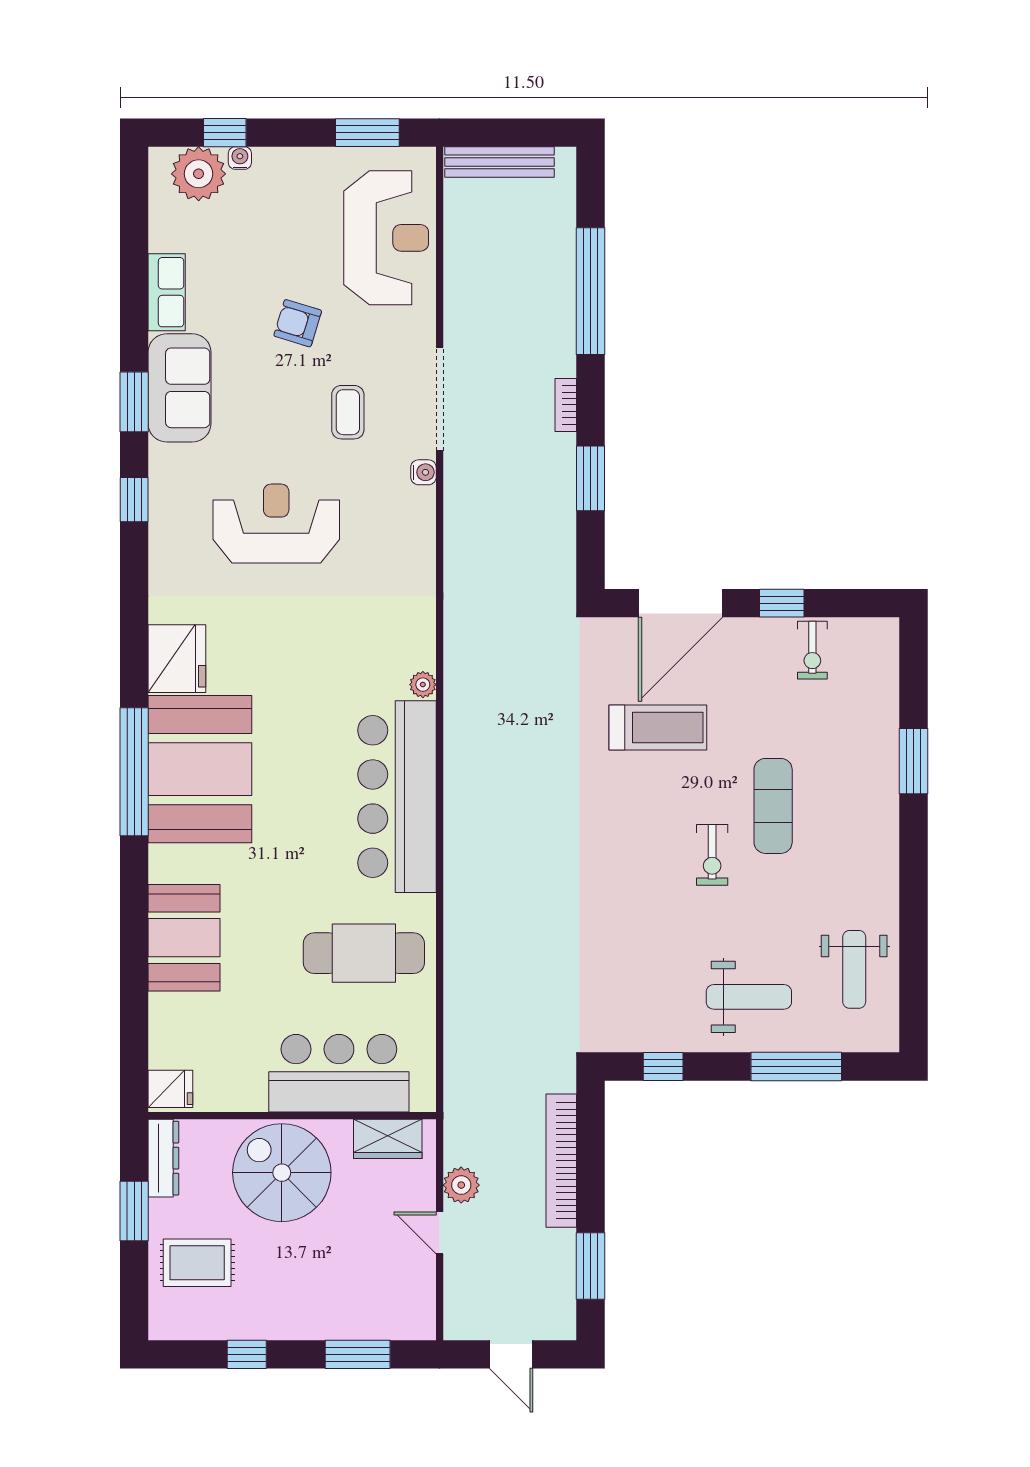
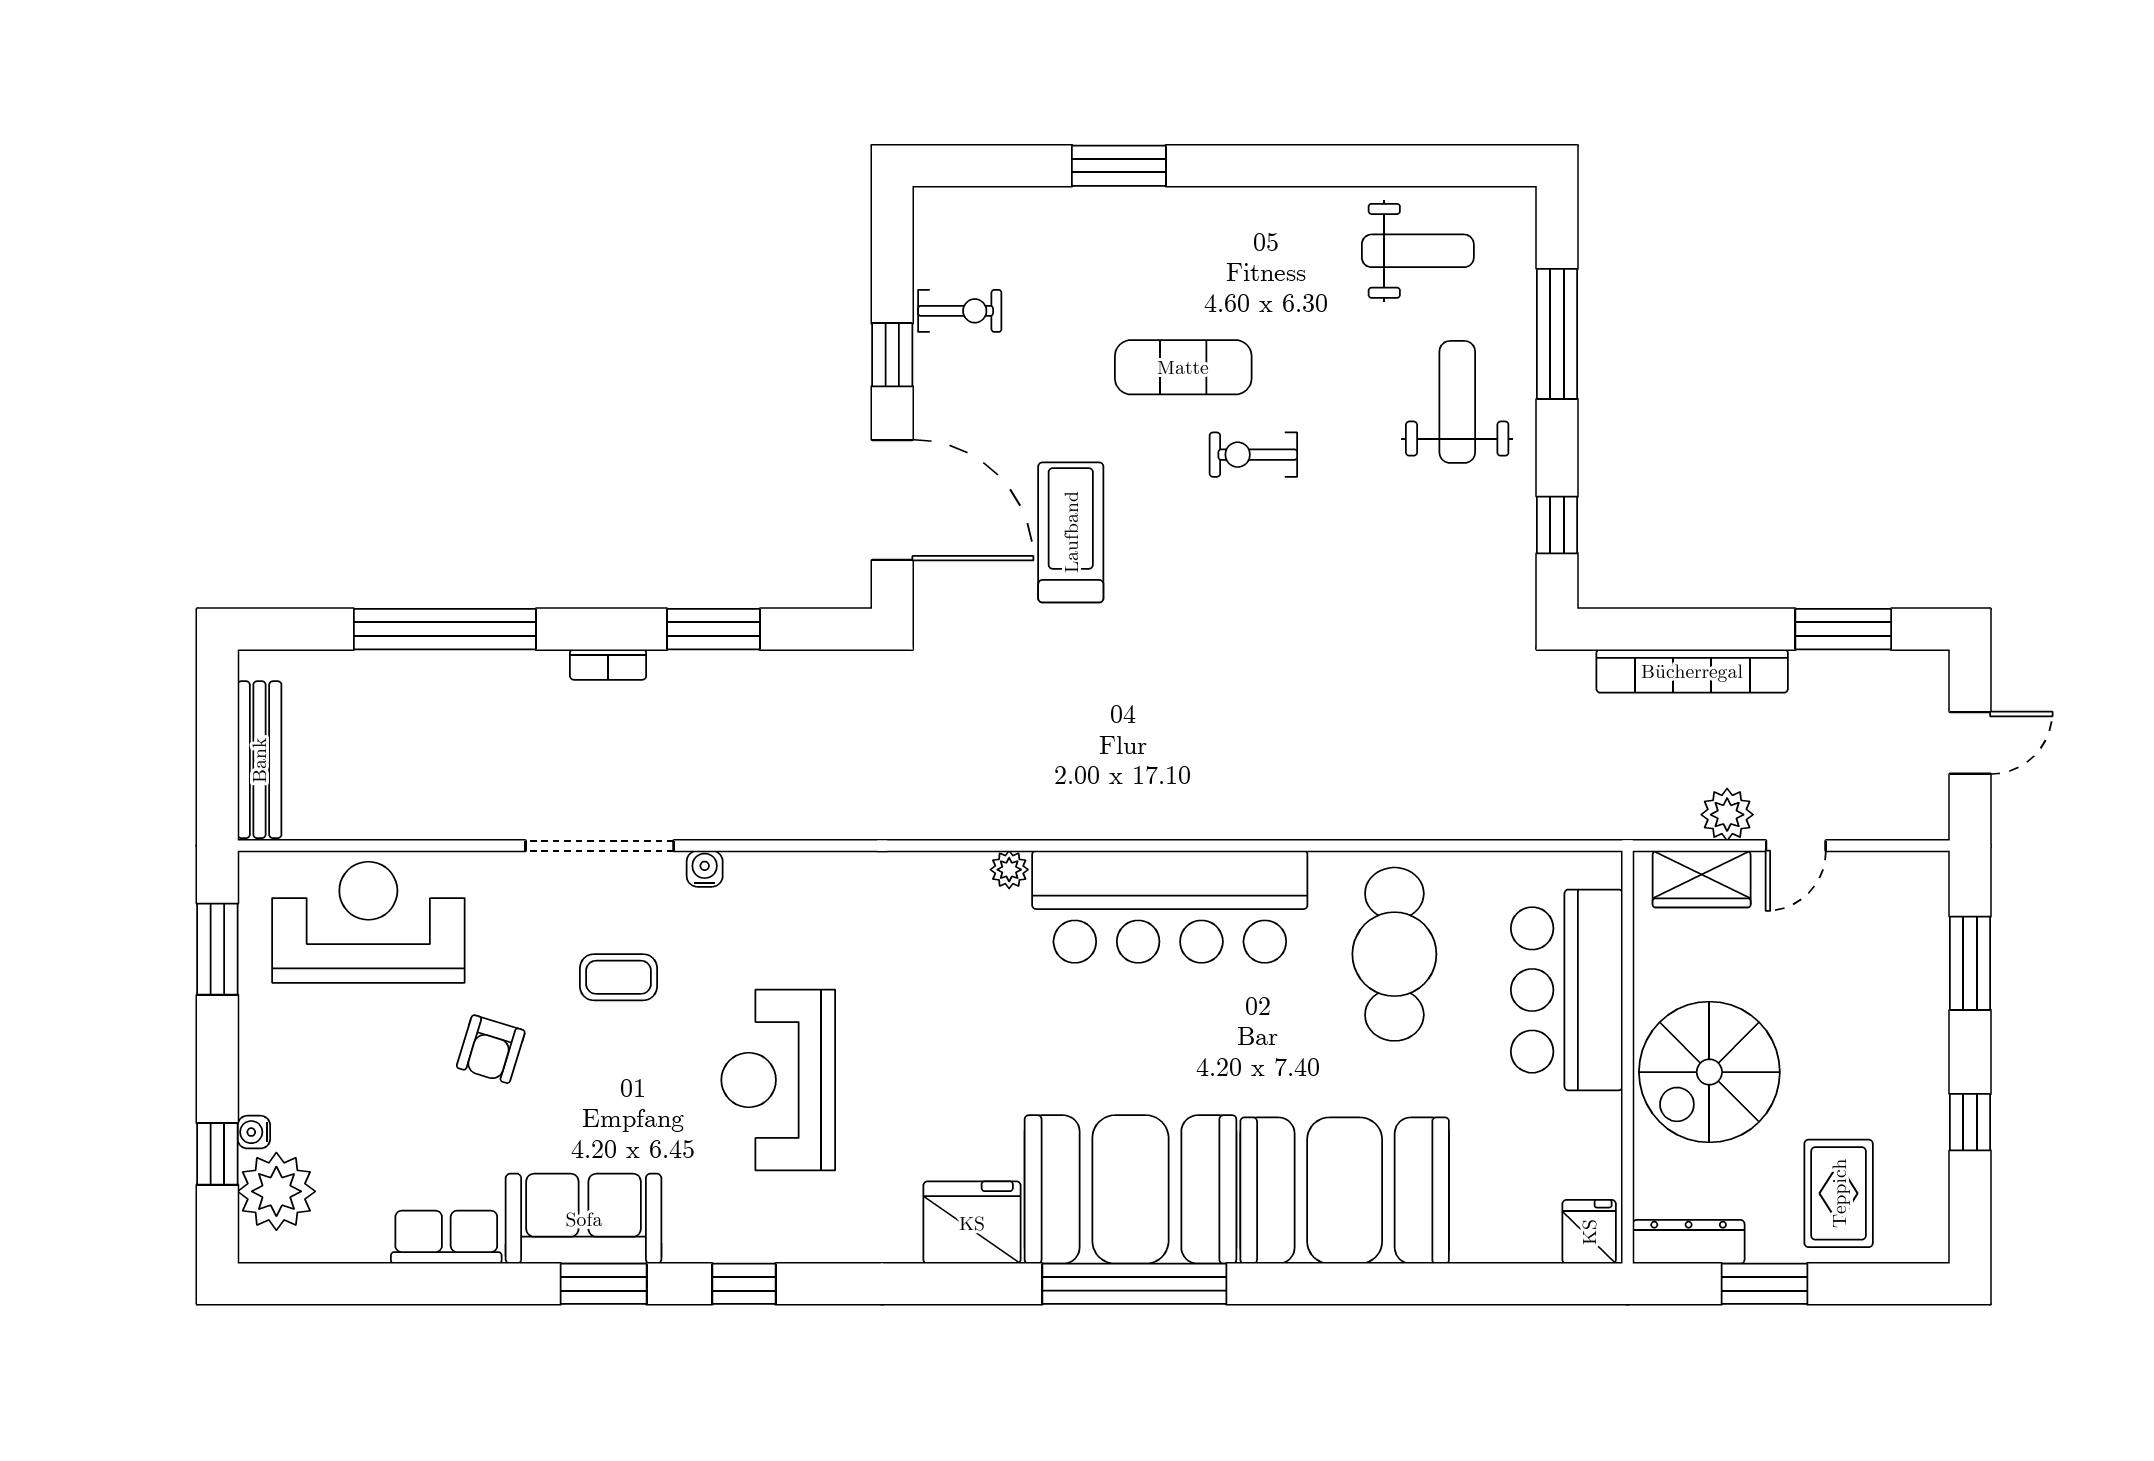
exercise bike: (712, 855) -> (1253, 455), turned 180
booth: (184, 938) -> (1345, 1191), width x1.36, depth x1.42
wardrobe: (388, 1139) -> (1702, 879), moved, turned 90

